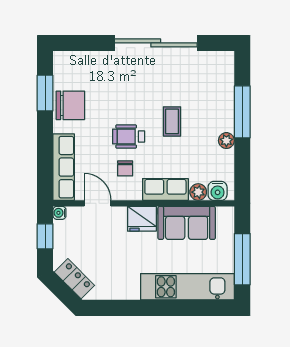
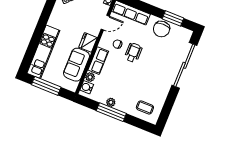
sliding door: (156, 43) -> (184, 65), moved
window: (242, 112) -> (111, 112), moved
coffee table: (172, 121) -> (145, 107), moved

